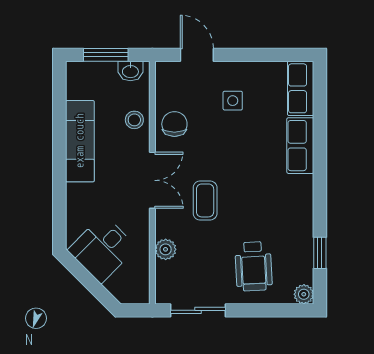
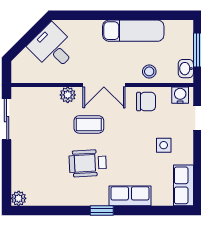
water cooler: (166, 79) -> (180, 95), added
row of seats: (301, 88) -> (183, 185), moved, turned -90
plant: (166, 249) -> (68, 95), moved
window: (320, 253) -> (102, 210), moved
wheelchair: (254, 266) -> (88, 163), moved

